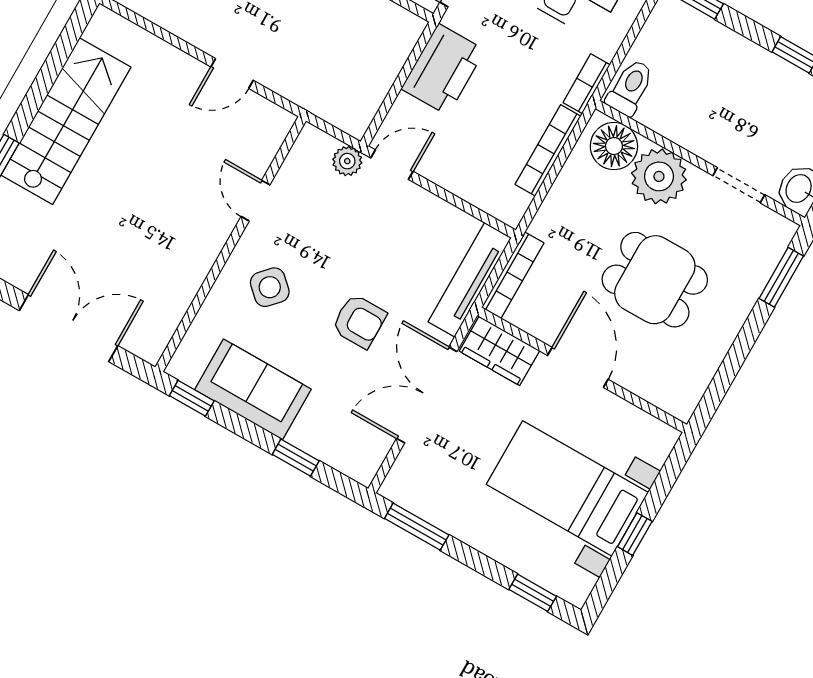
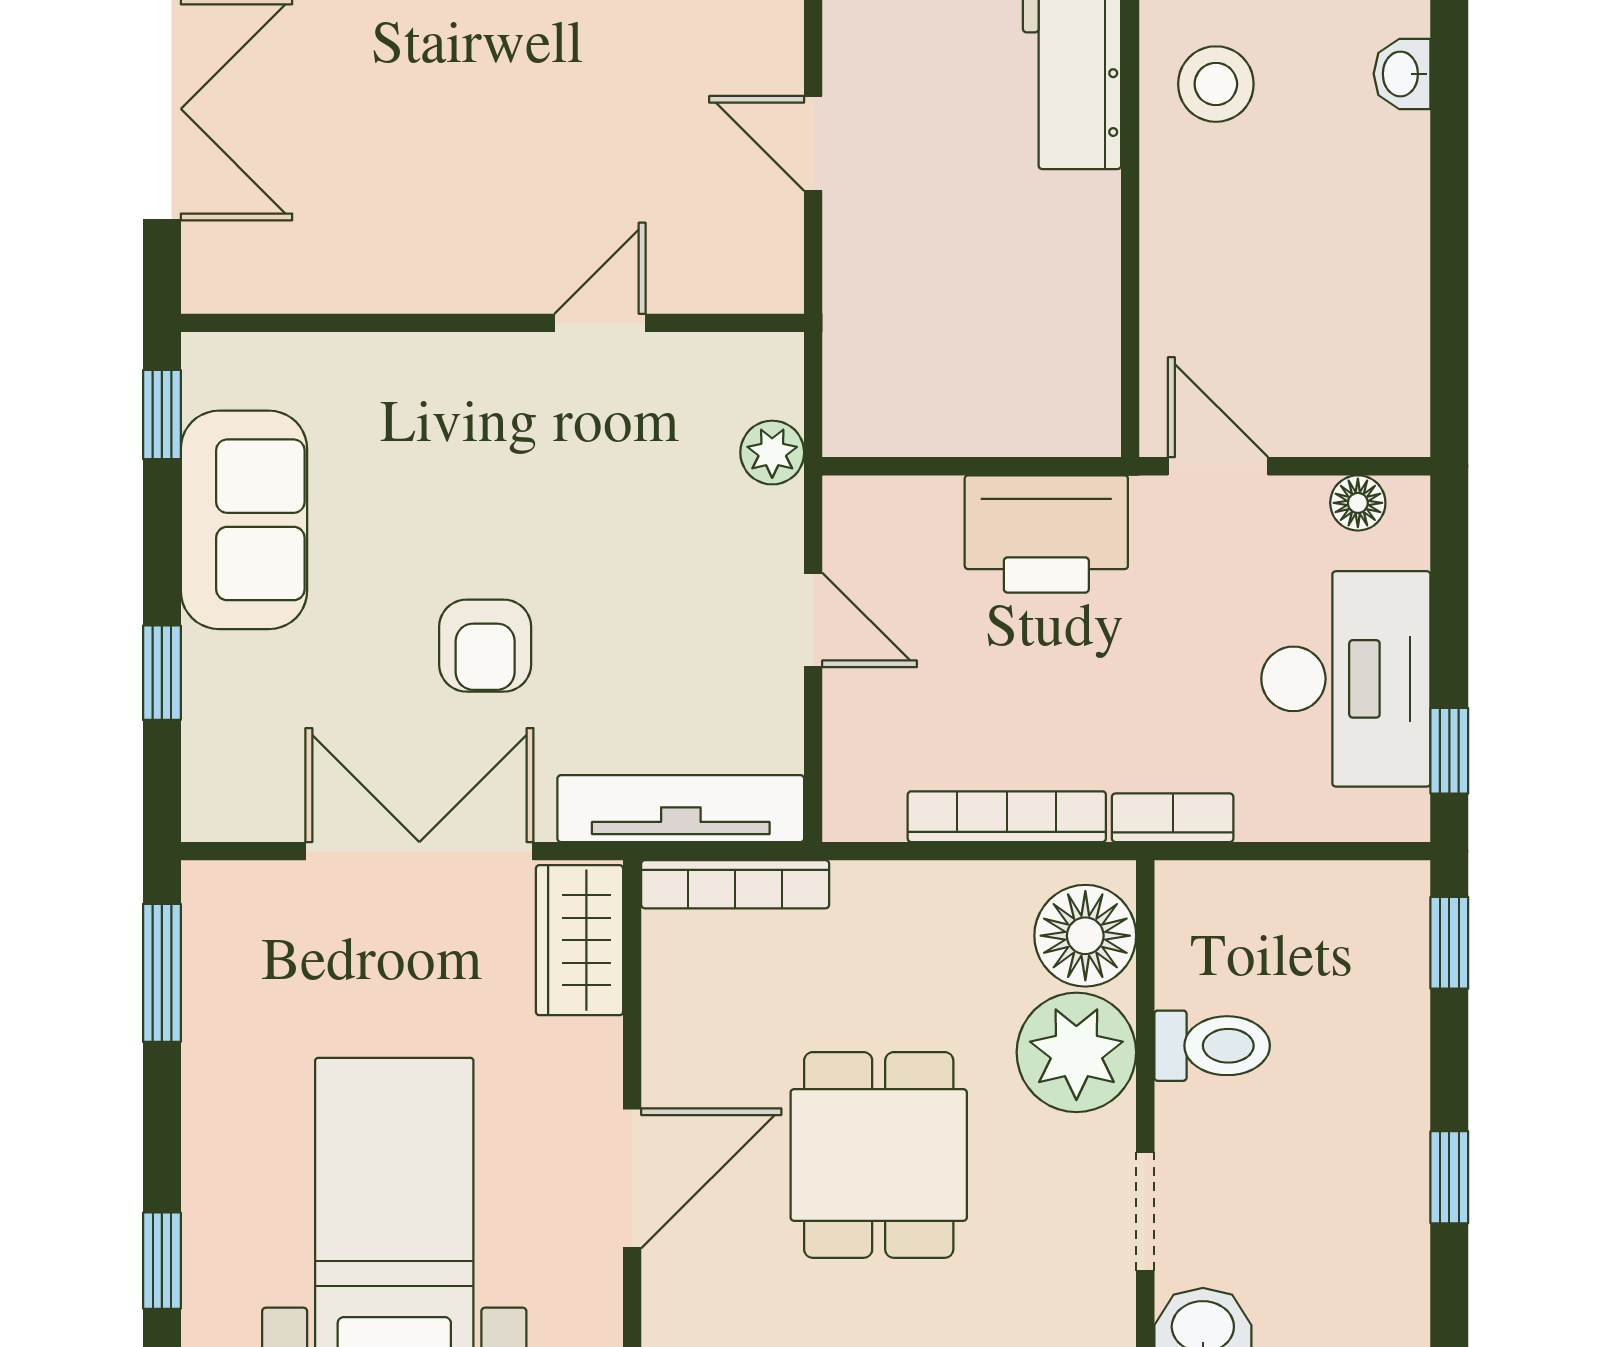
toilet: (630, 88) -> (1212, 1046), moved
door: (392, 165) -> (813, 620), moved
side table: (270, 287) -> (453, 442), removed
door: (578, 367) -> (632, 1178), moved

